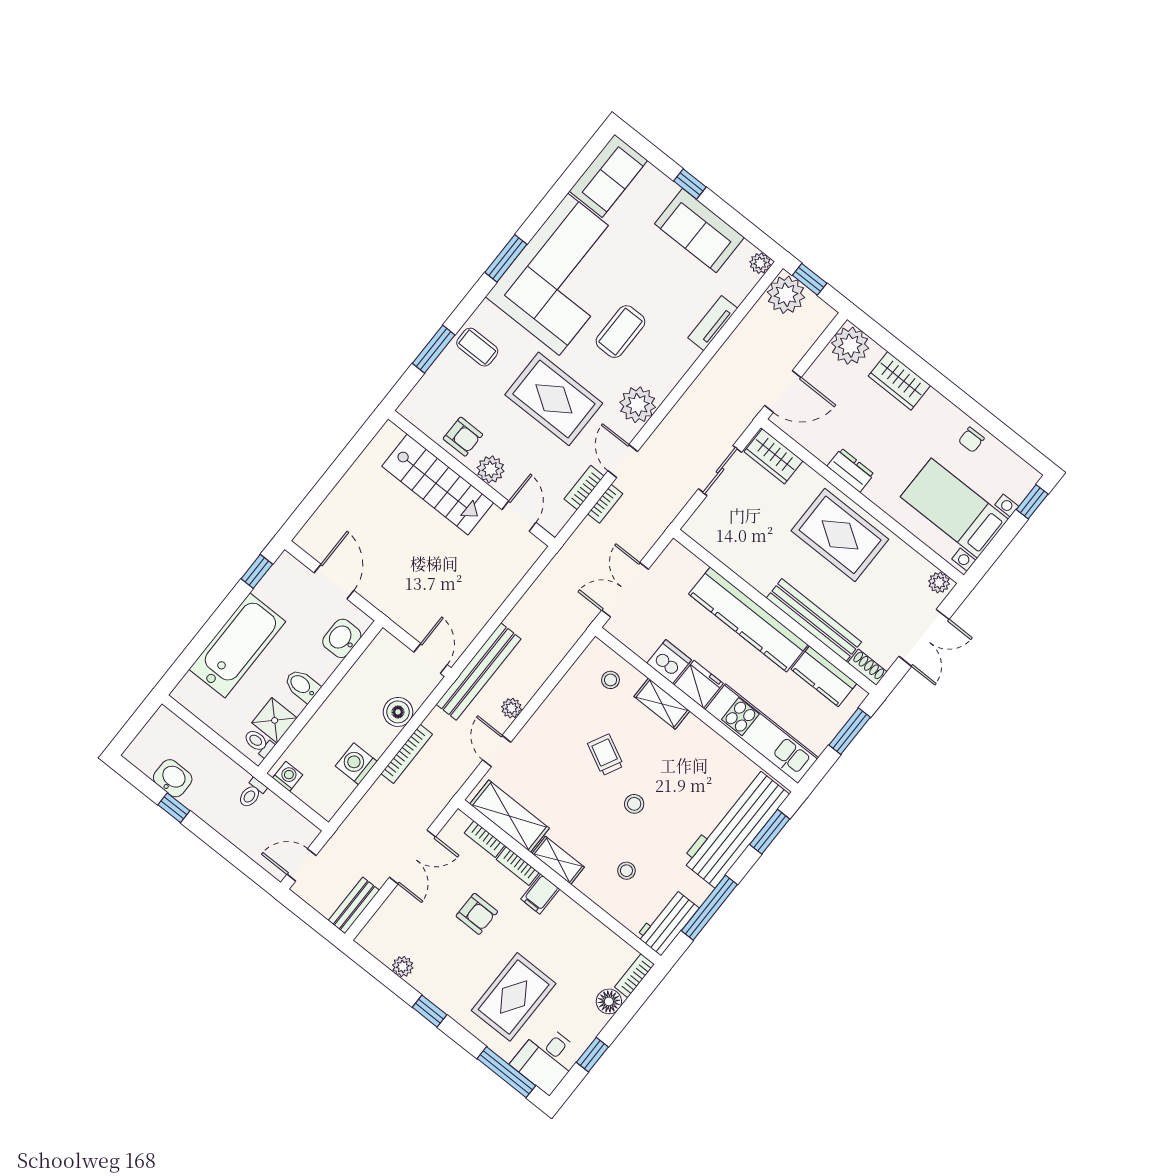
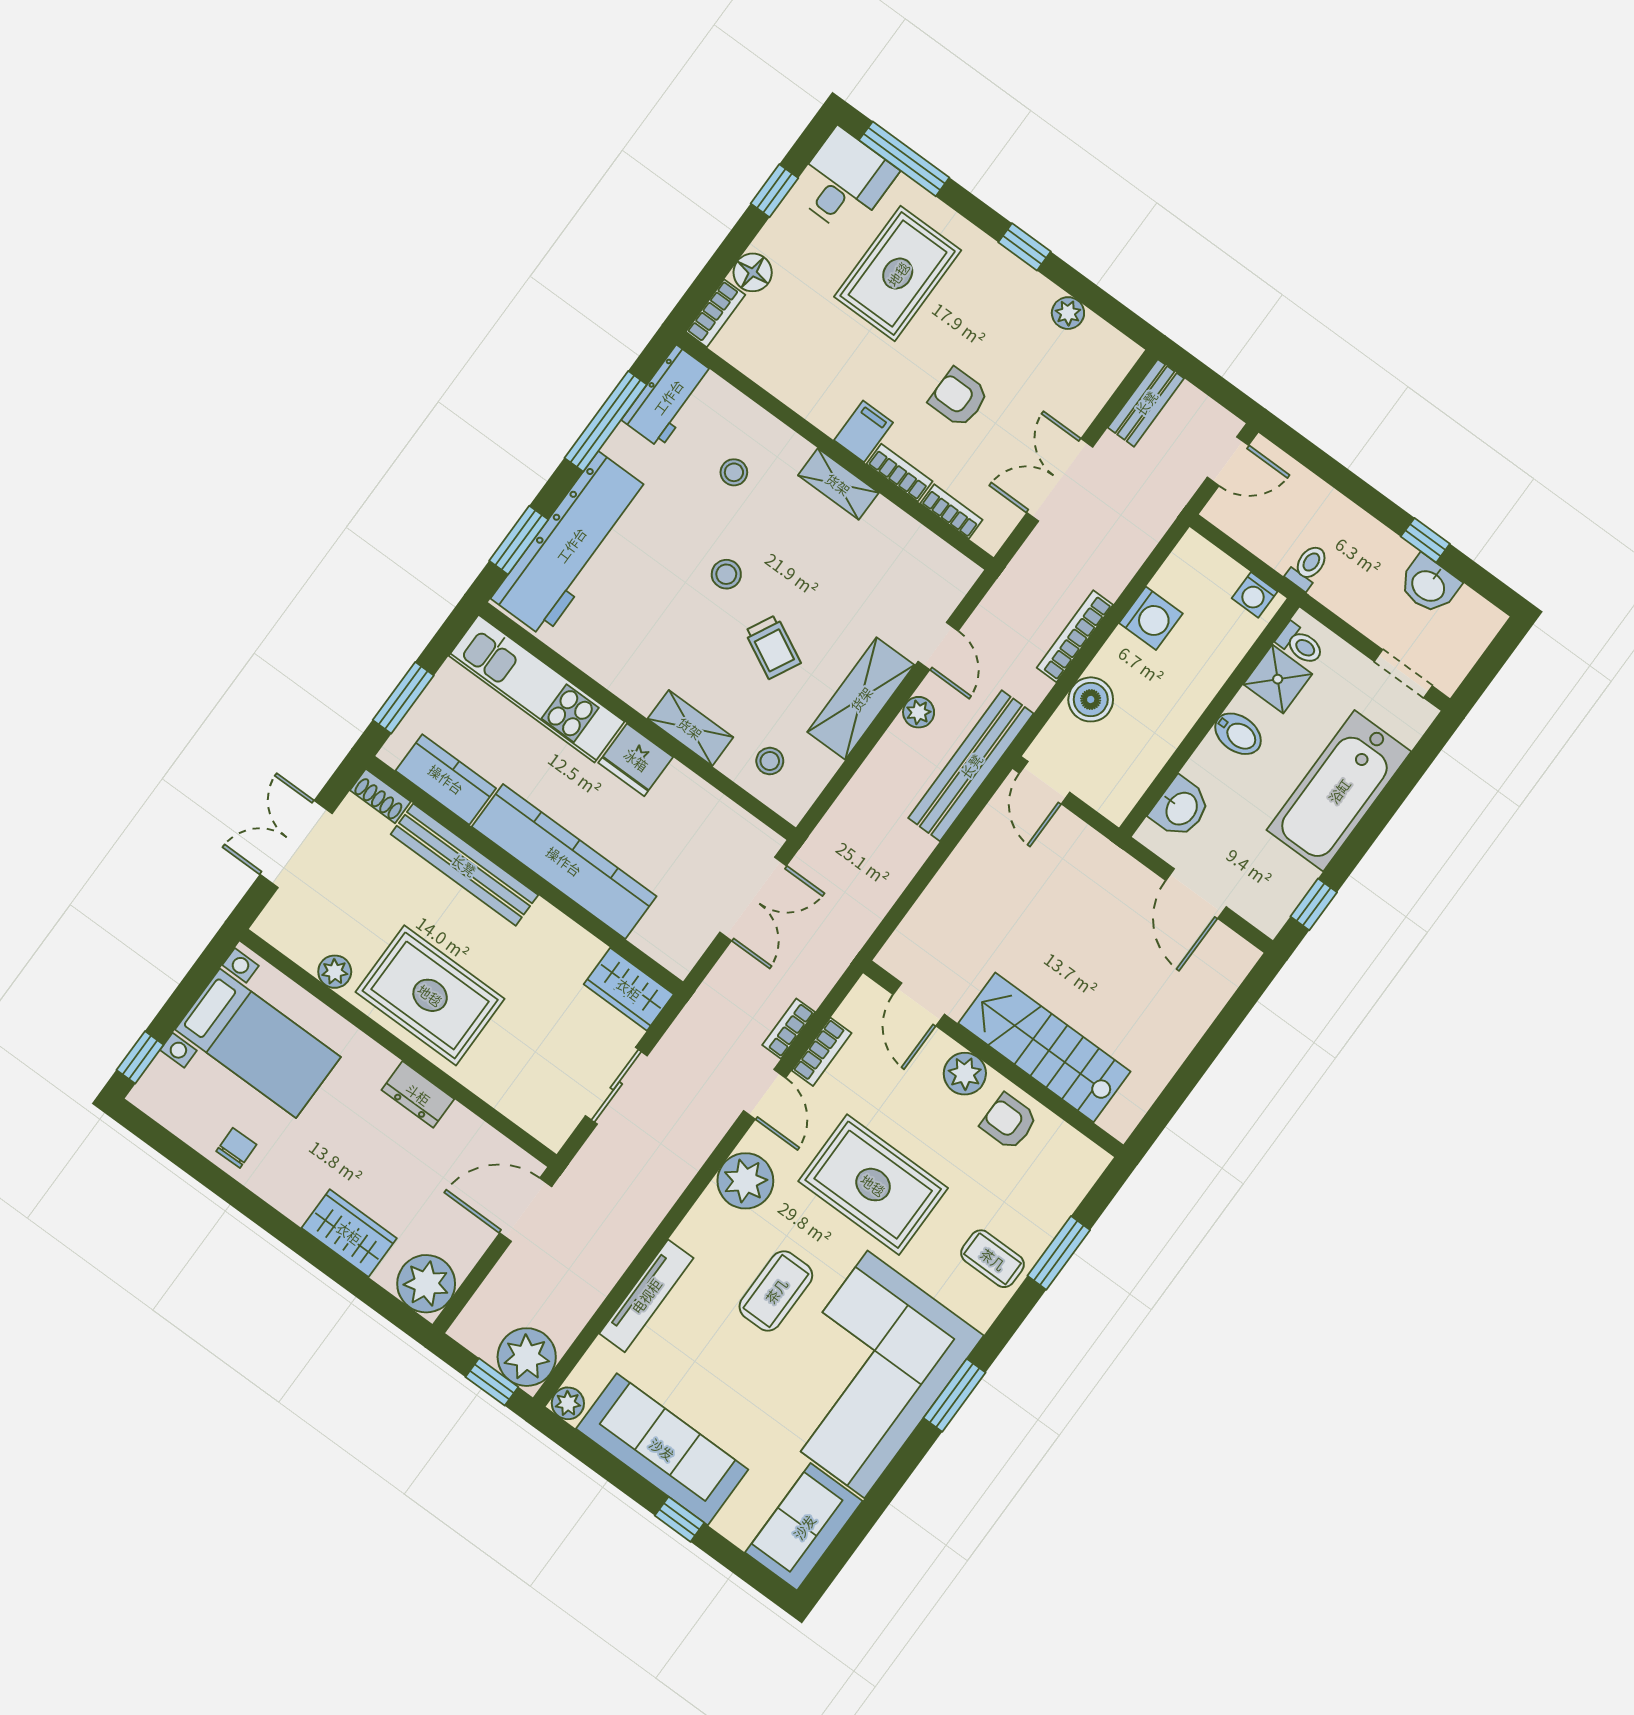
sofa: (699, 231) -> (662, 1449), width x1.36
tv unit: (713, 323) -> (646, 1296), width x1.41
wardrobe: (774, 456) -> (629, 989), moved, turned 180
plant: (939, 582) -> (335, 972), moved
dishwasher: (669, 662) -> (682, 792), removed
doorway: (192, 721) -> (1403, 674), added
shelving: (510, 816) -> (861, 699), moved, turned 90

